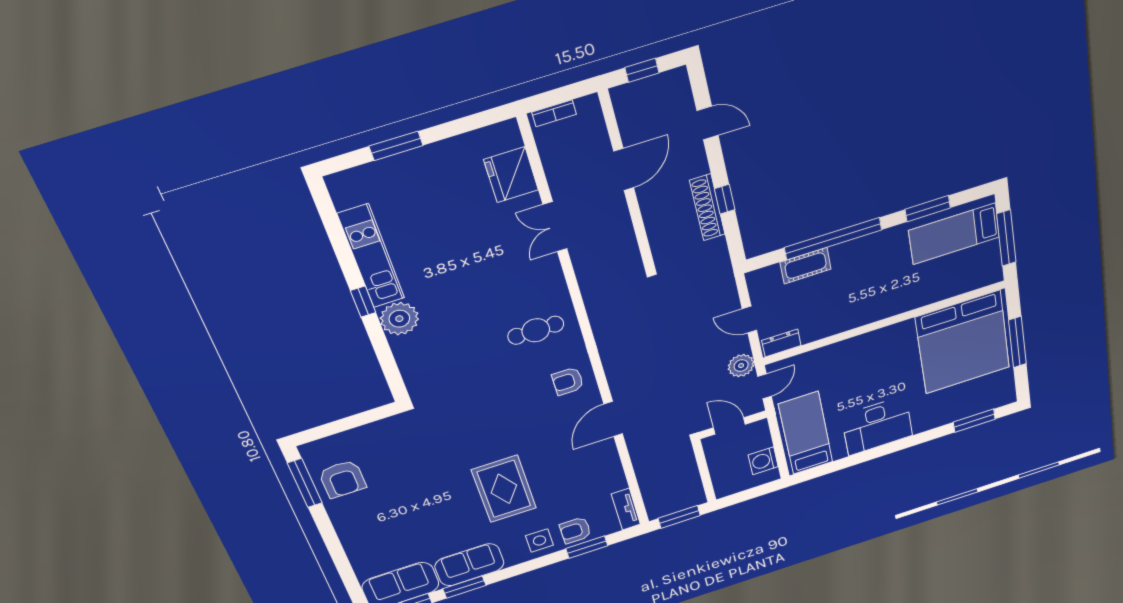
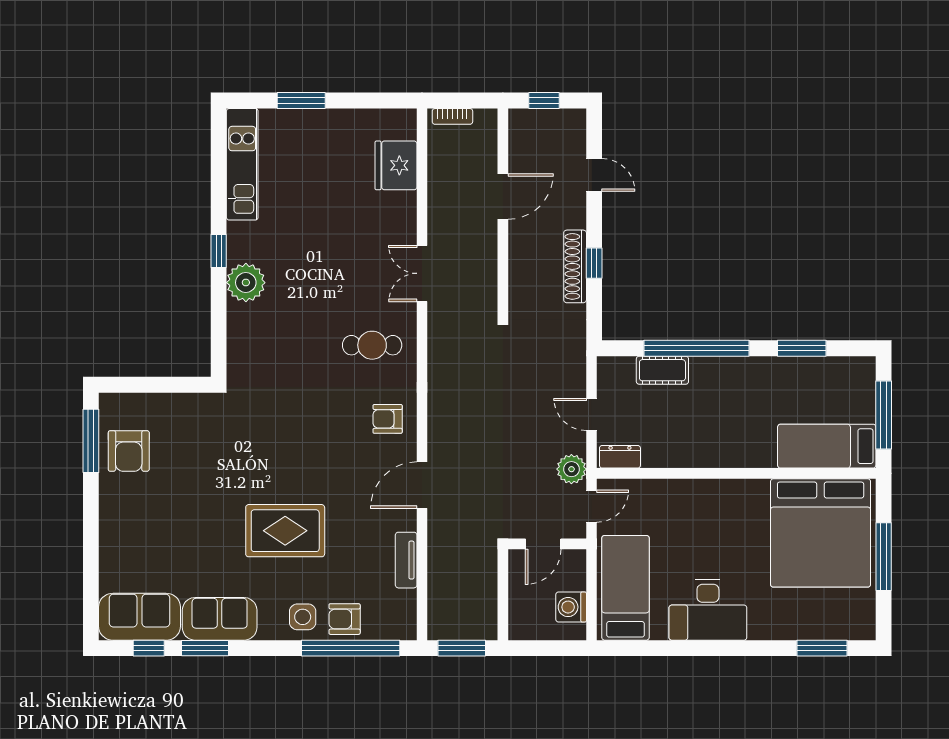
double door: (555, 227) -> (422, 273), moved
bed: (954, 234) -> (827, 446), moved
kitchen unit: (371, 256) -> (242, 164), moved
door: (729, 426) -> (543, 544), swing flipped
rug: (504, 489) -> (285, 531), turned 90
tv unit: (626, 509) -> (406, 560), moved
window: (587, 547) -> (351, 648), width x2.11

